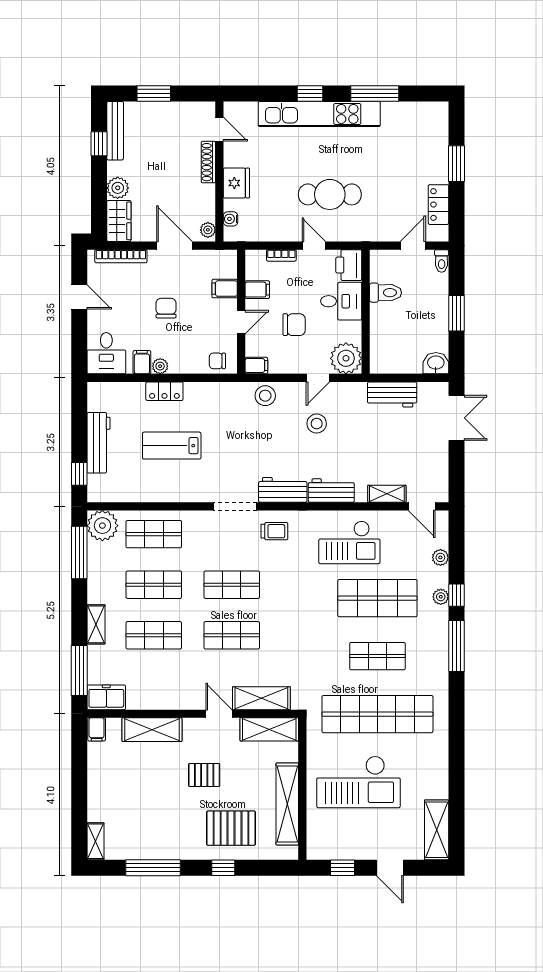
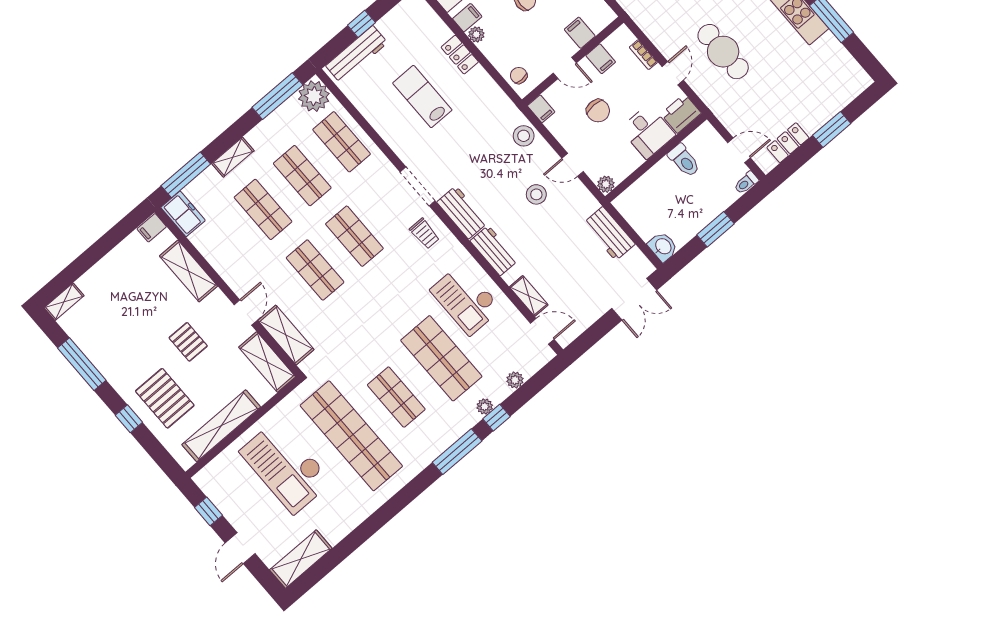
plant: (346, 358) -> (606, 184), width x0.53, depth x0.53
workbench: (99, 443) -> (357, 54), moved
window: (79, 474) -> (361, 24), moved
door: (422, 506) -> (542, 331), swing flipped

